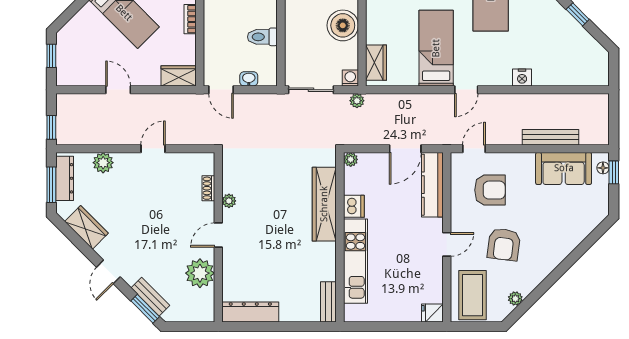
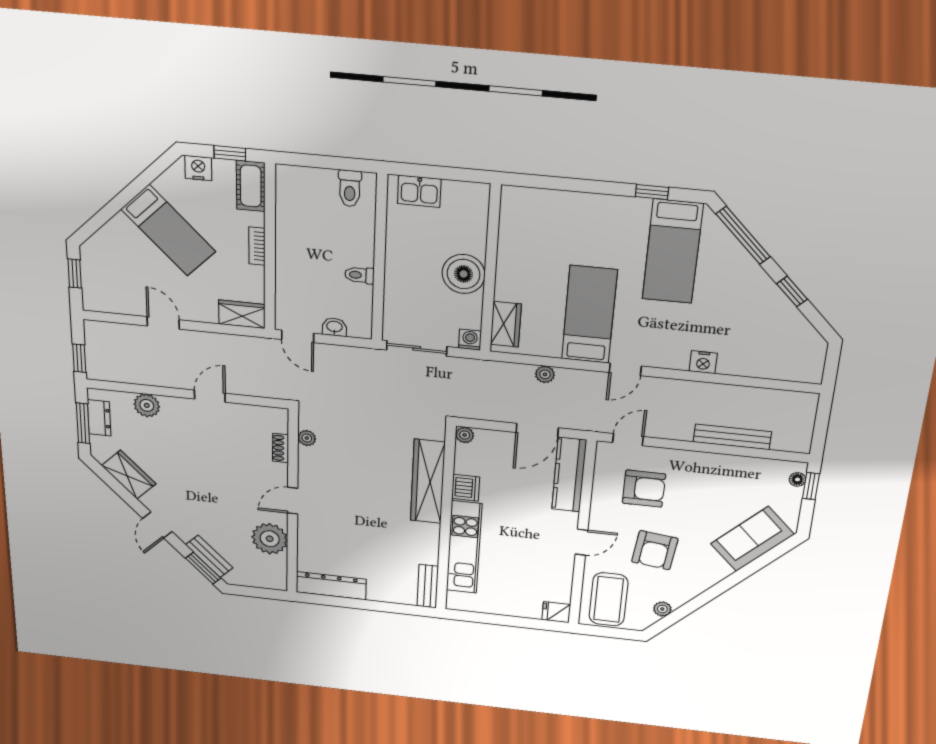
toilet: (262, 37) -> (359, 275), width x0.73, depth x0.72
plant: (357, 101) -> (545, 374), moved
sofa: (564, 168) -> (752, 539), moved, turned 135
dresser: (65, 178) -> (99, 418), width x0.70
plant: (229, 201) -> (307, 438), moved

